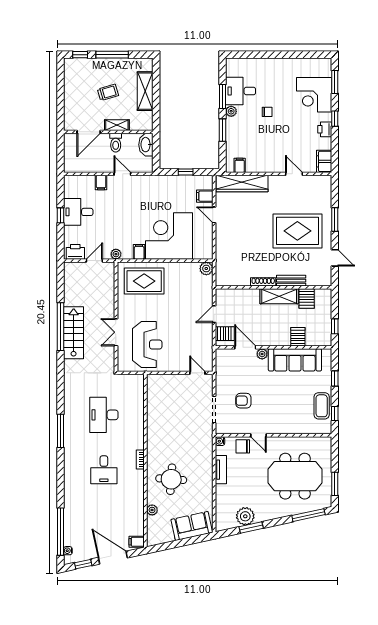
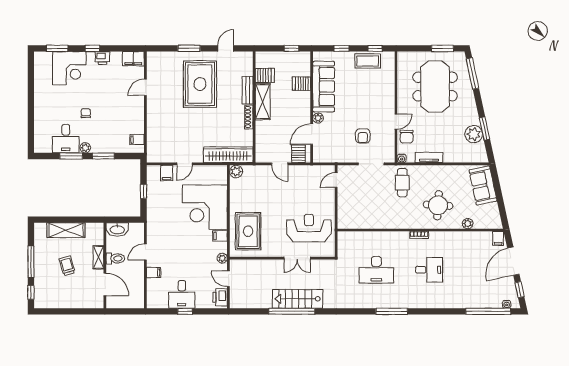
wardrobe: (242, 184) -> (228, 155), moved, turned -90
cafe table: (195, 442) -> (402, 183), added

